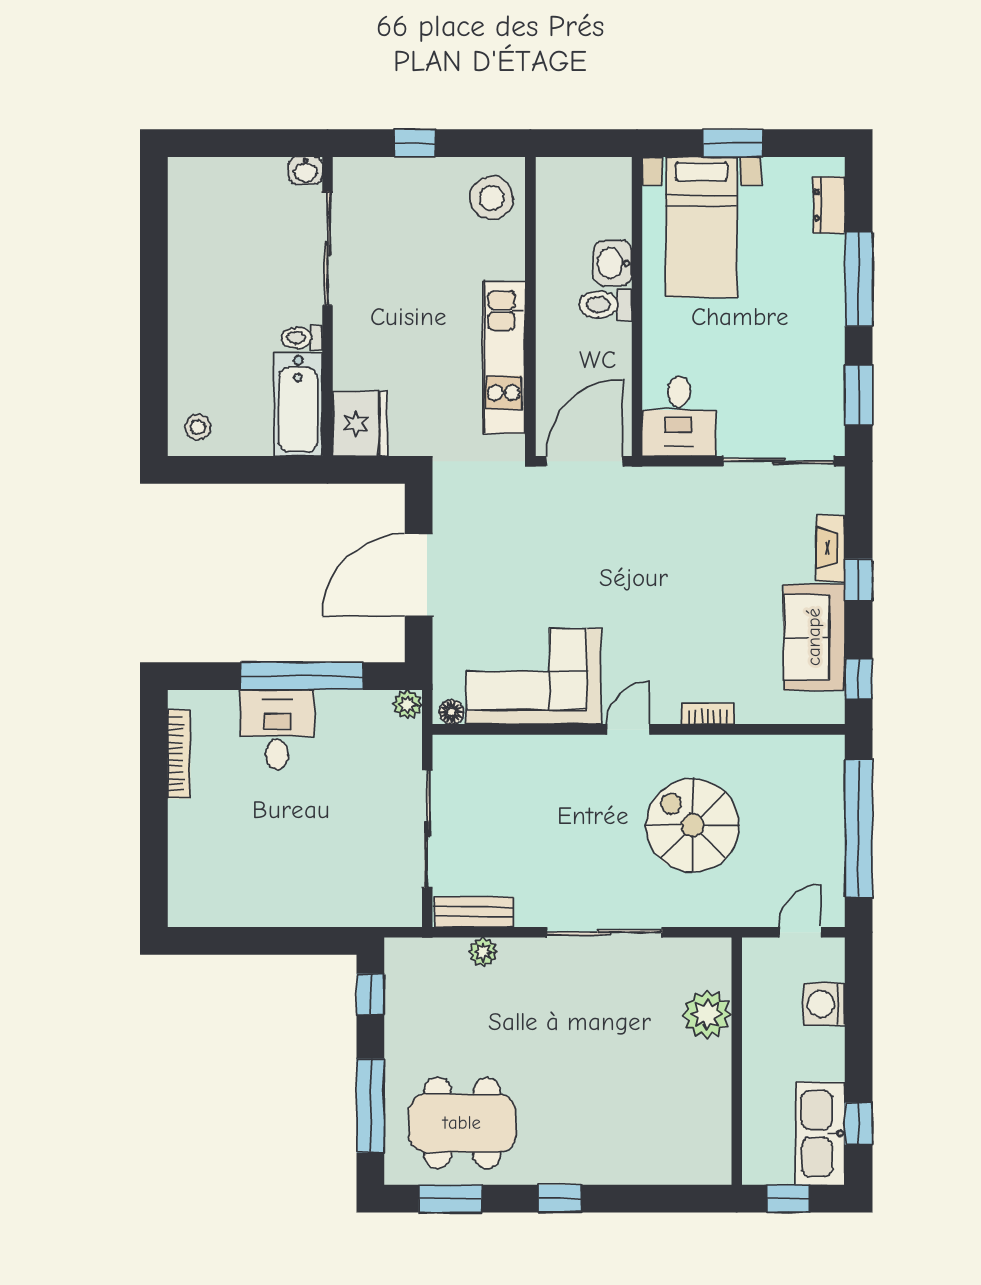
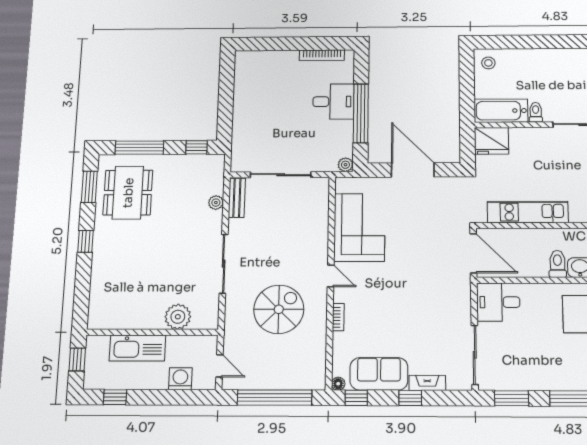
floor lamp: (451, 712) -> (338, 384), moved
kitchen sink: (820, 1133) -> (137, 348), moved, turned 180

